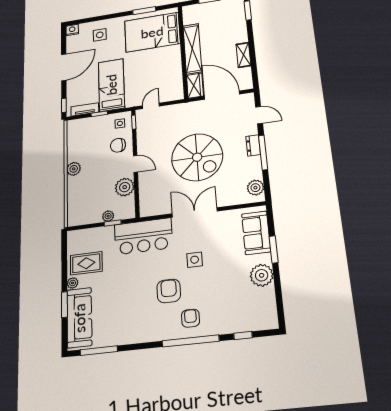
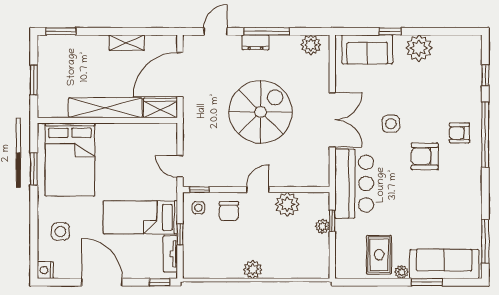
double door: (195, 212) -> (332, 120), swing flipped
window: (274, 249) -> (390, 31), width x0.67

